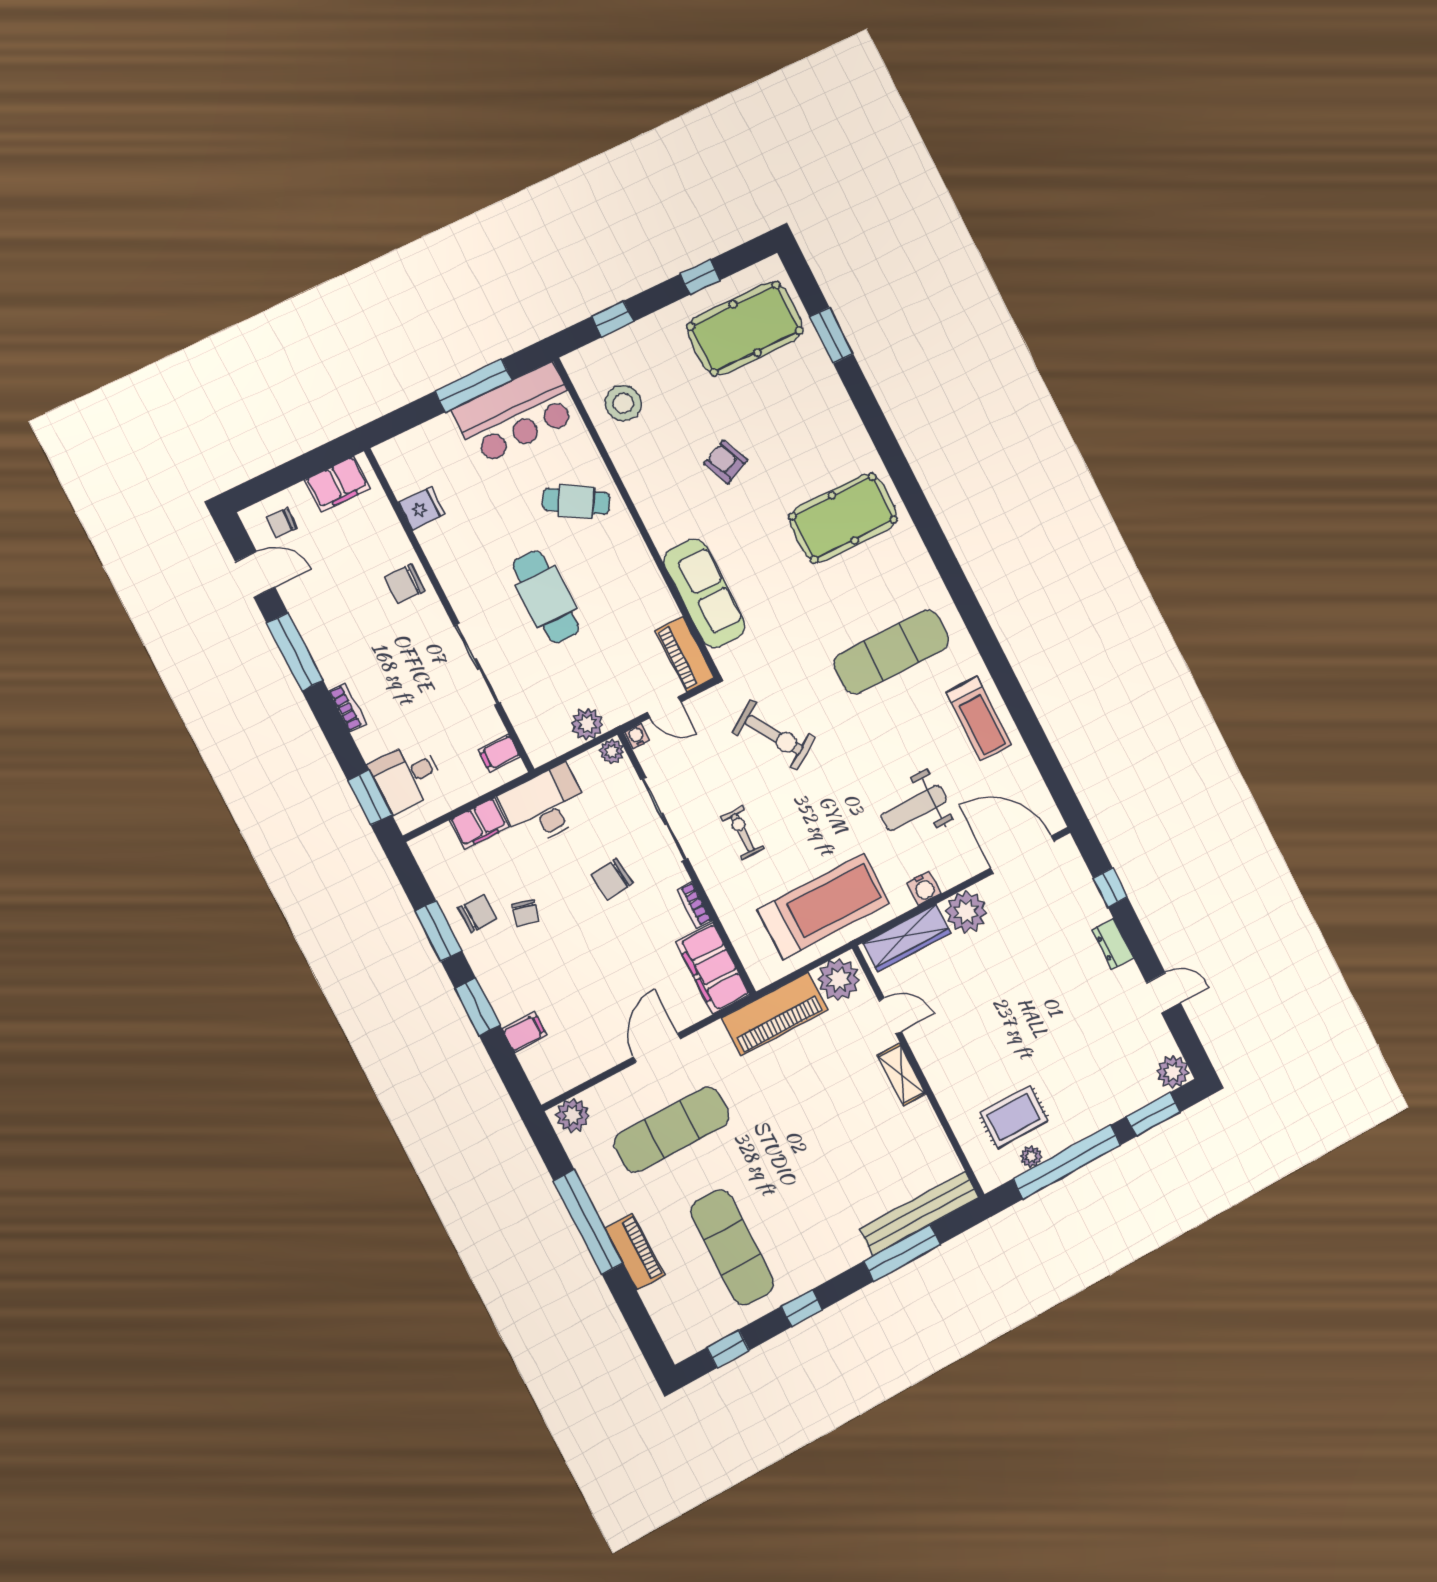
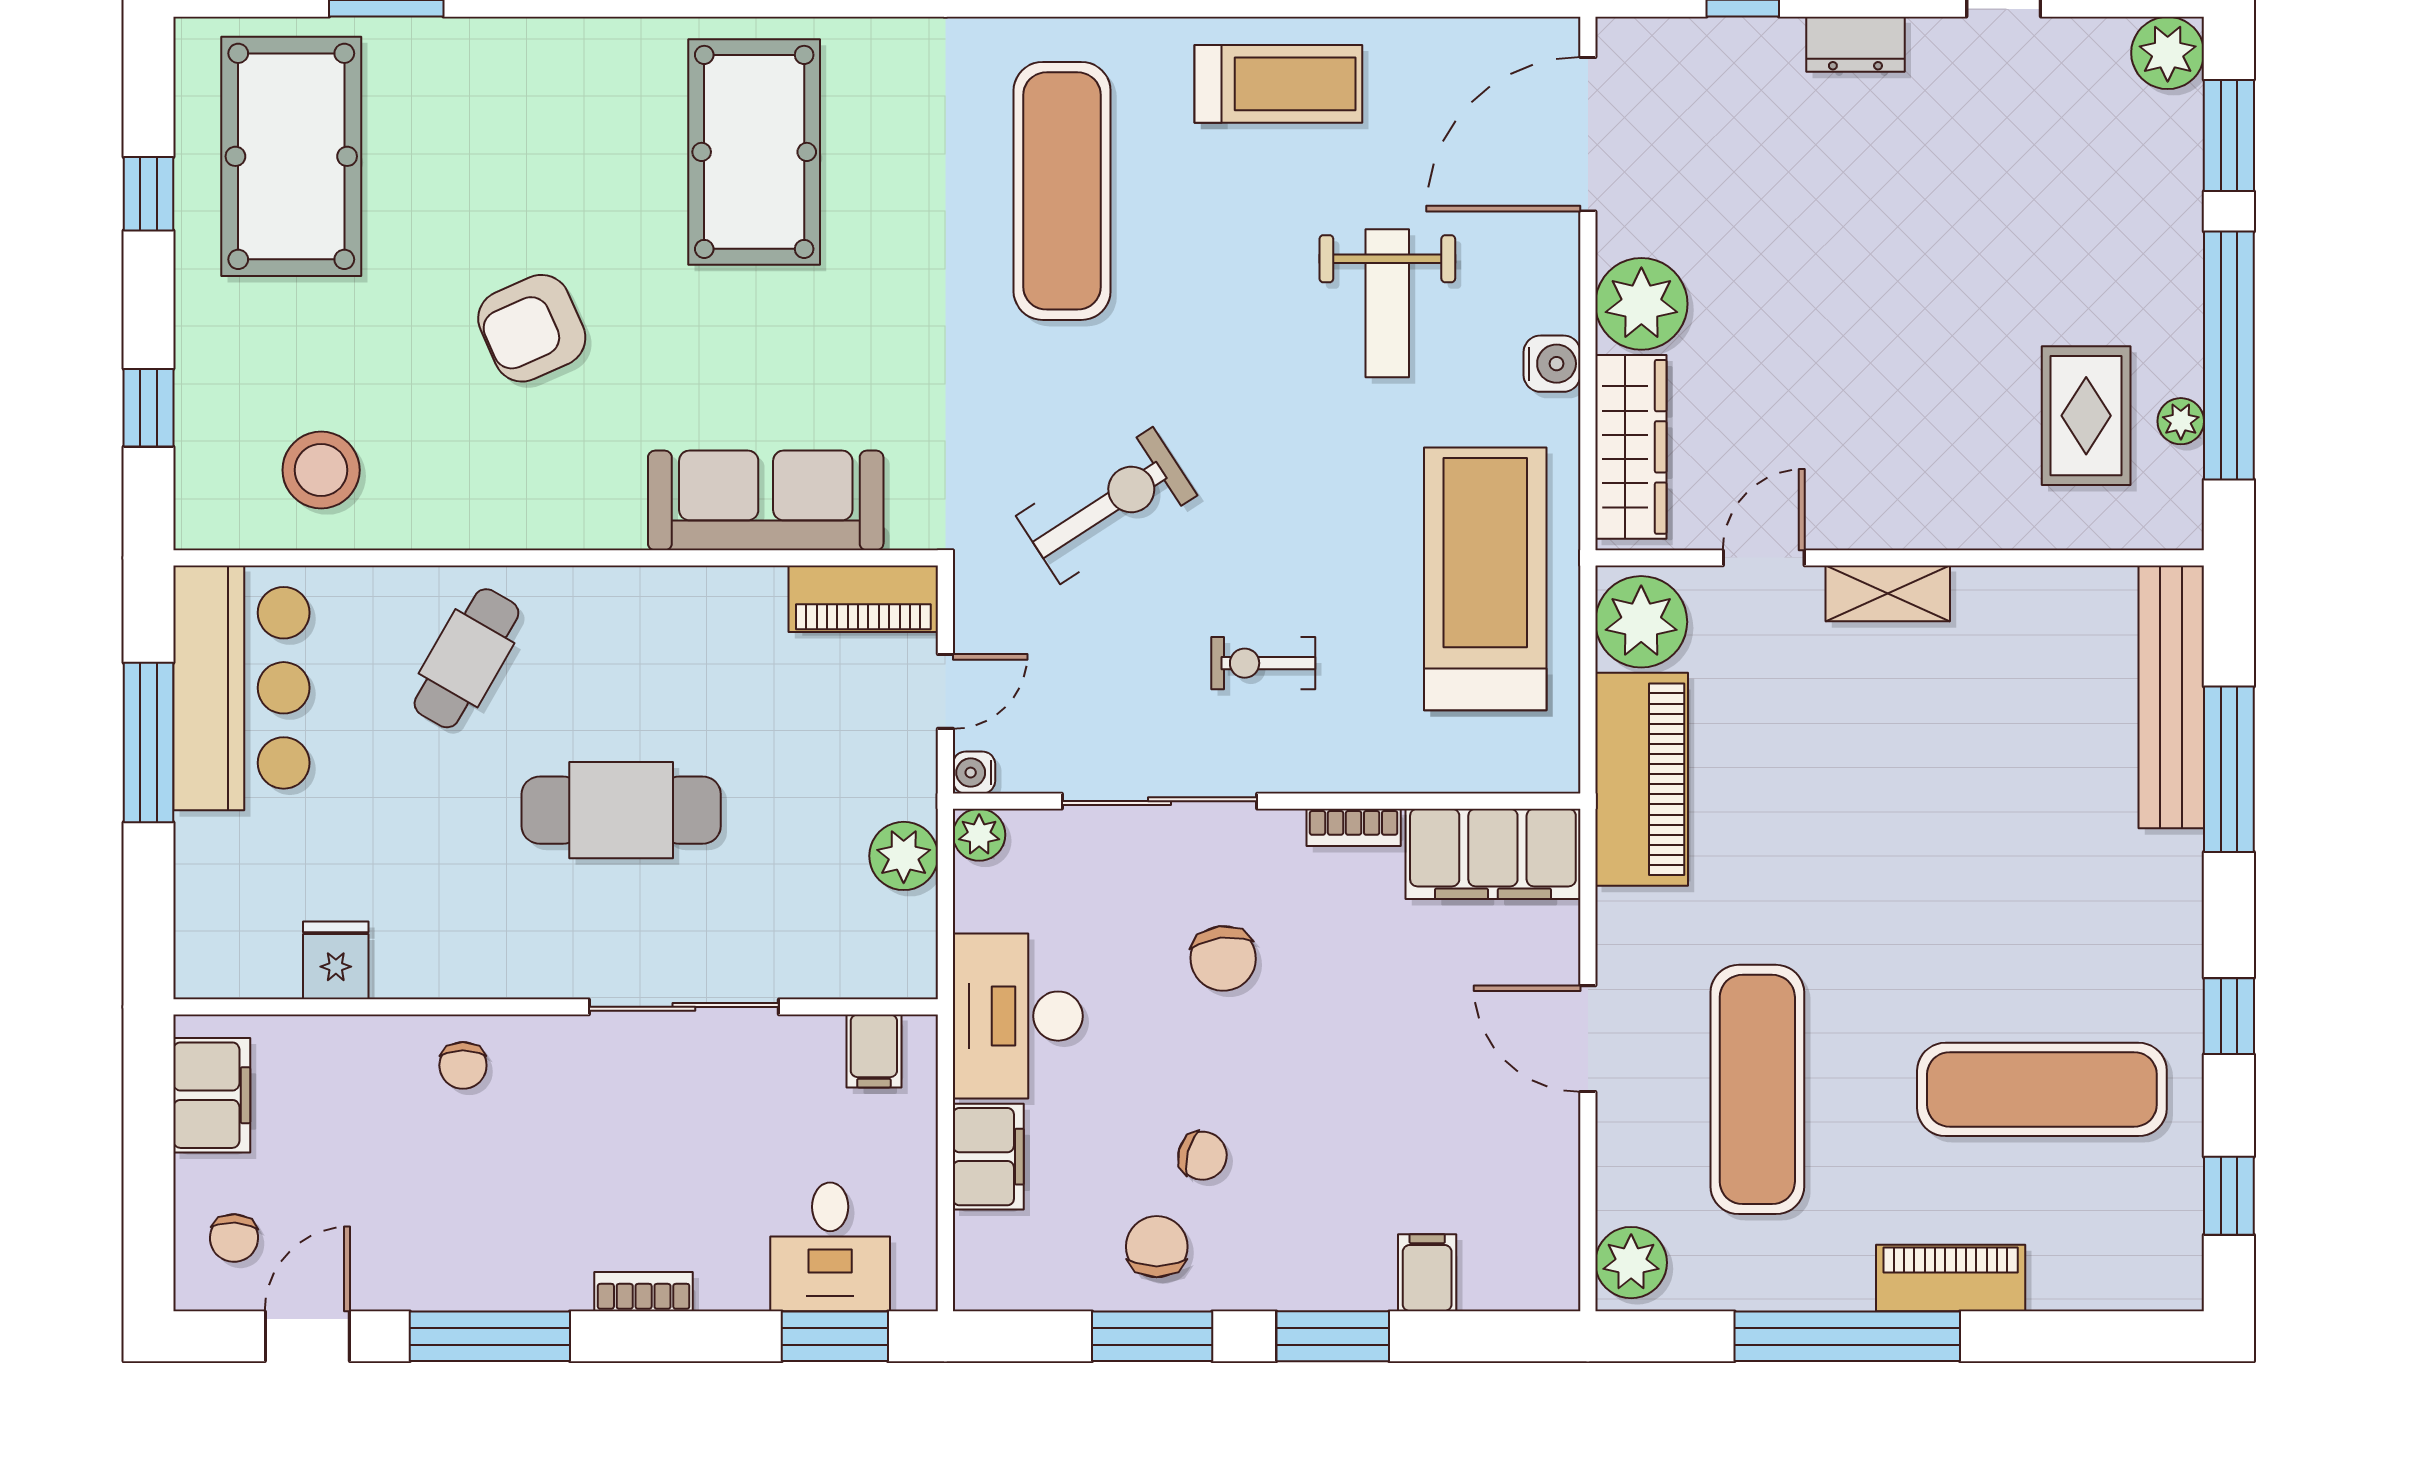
armchair: (726, 462) -> (532, 328), width x1.38, depth x1.38
chair: (405, 584) -> (463, 1065), width x0.73, depth x0.73

